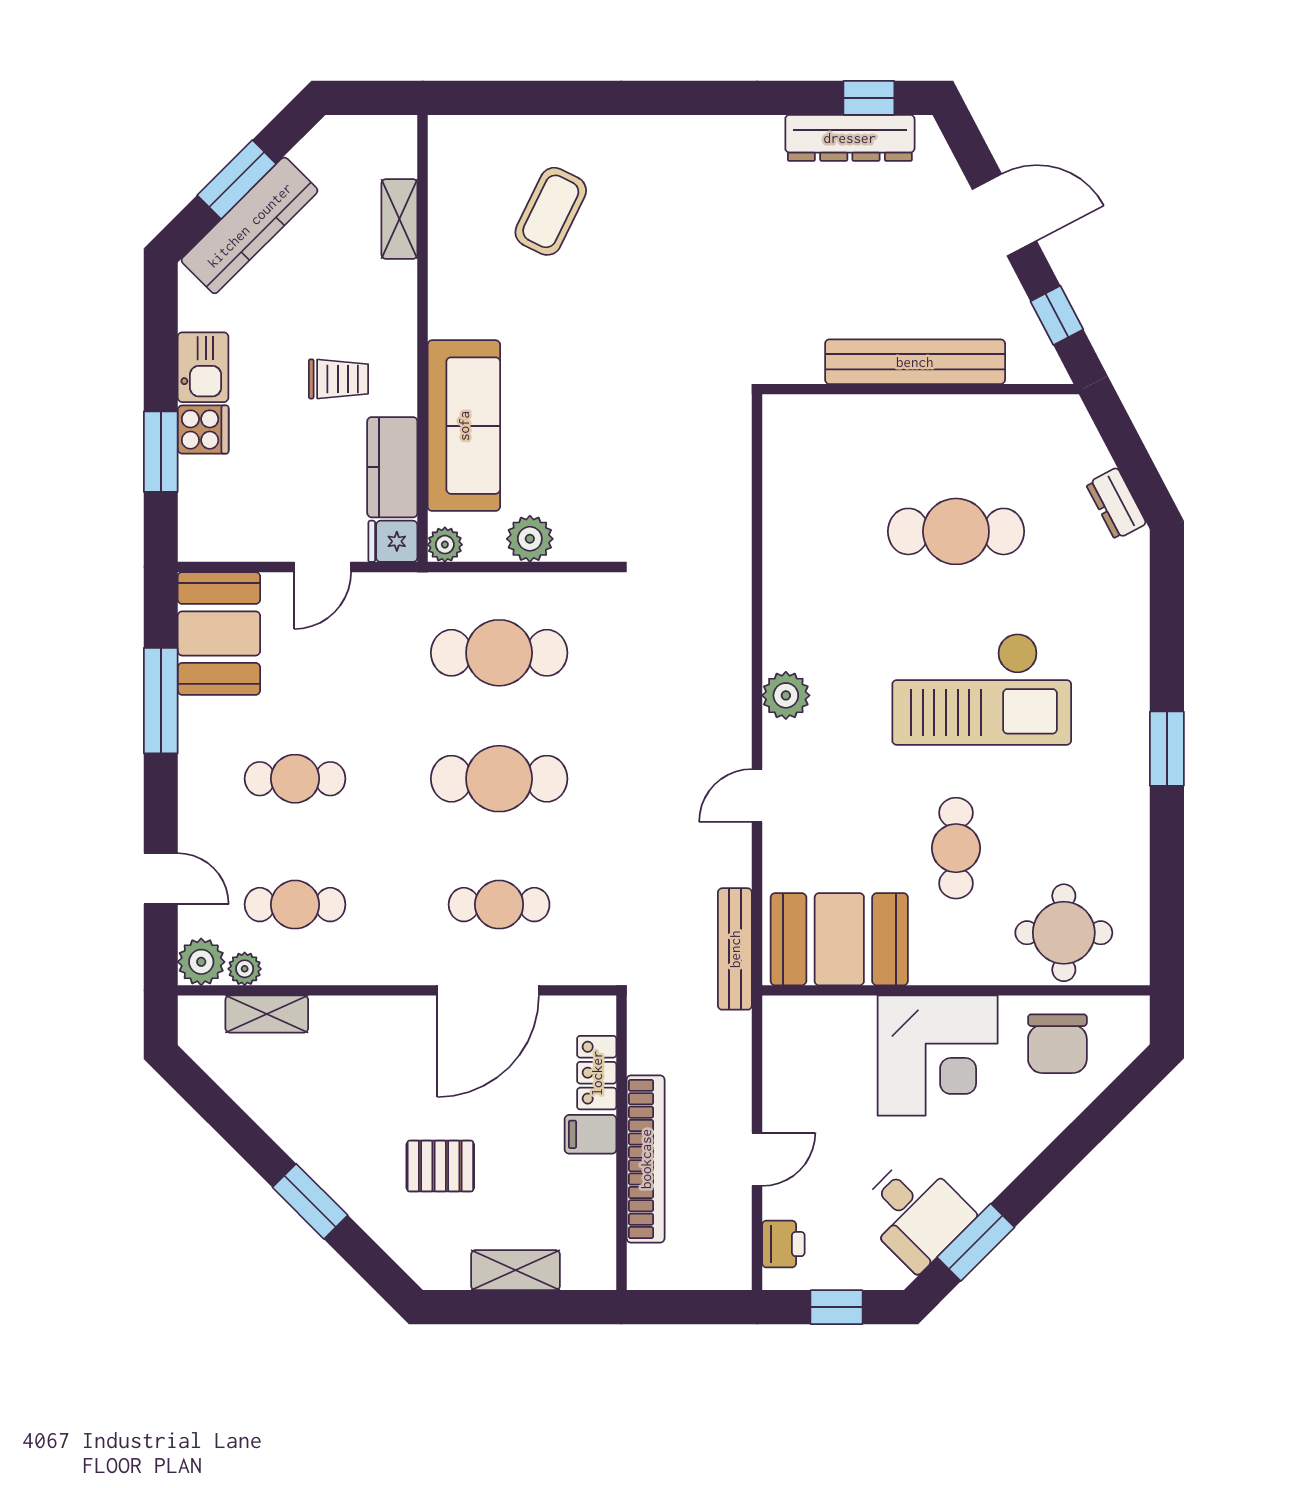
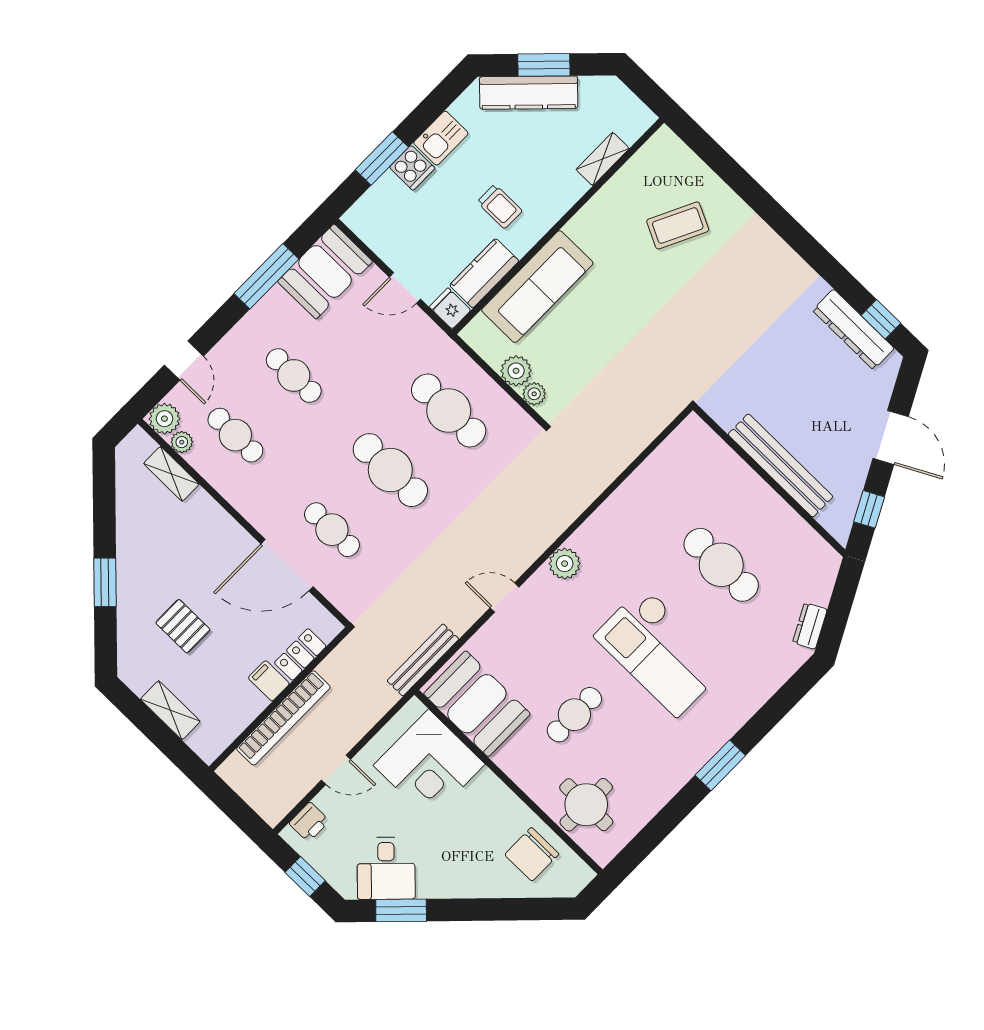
plant: (445, 545) -> (534, 394), moved
corner desk: (938, 1056) -> (429, 765), moved

